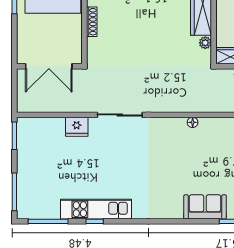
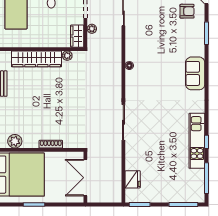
double door: (49, 66) -> (85, 178), swing flipped
fridge: (77, 127) -> (133, 179), moved
sofa: (205, 207) -> (195, 73), moved

